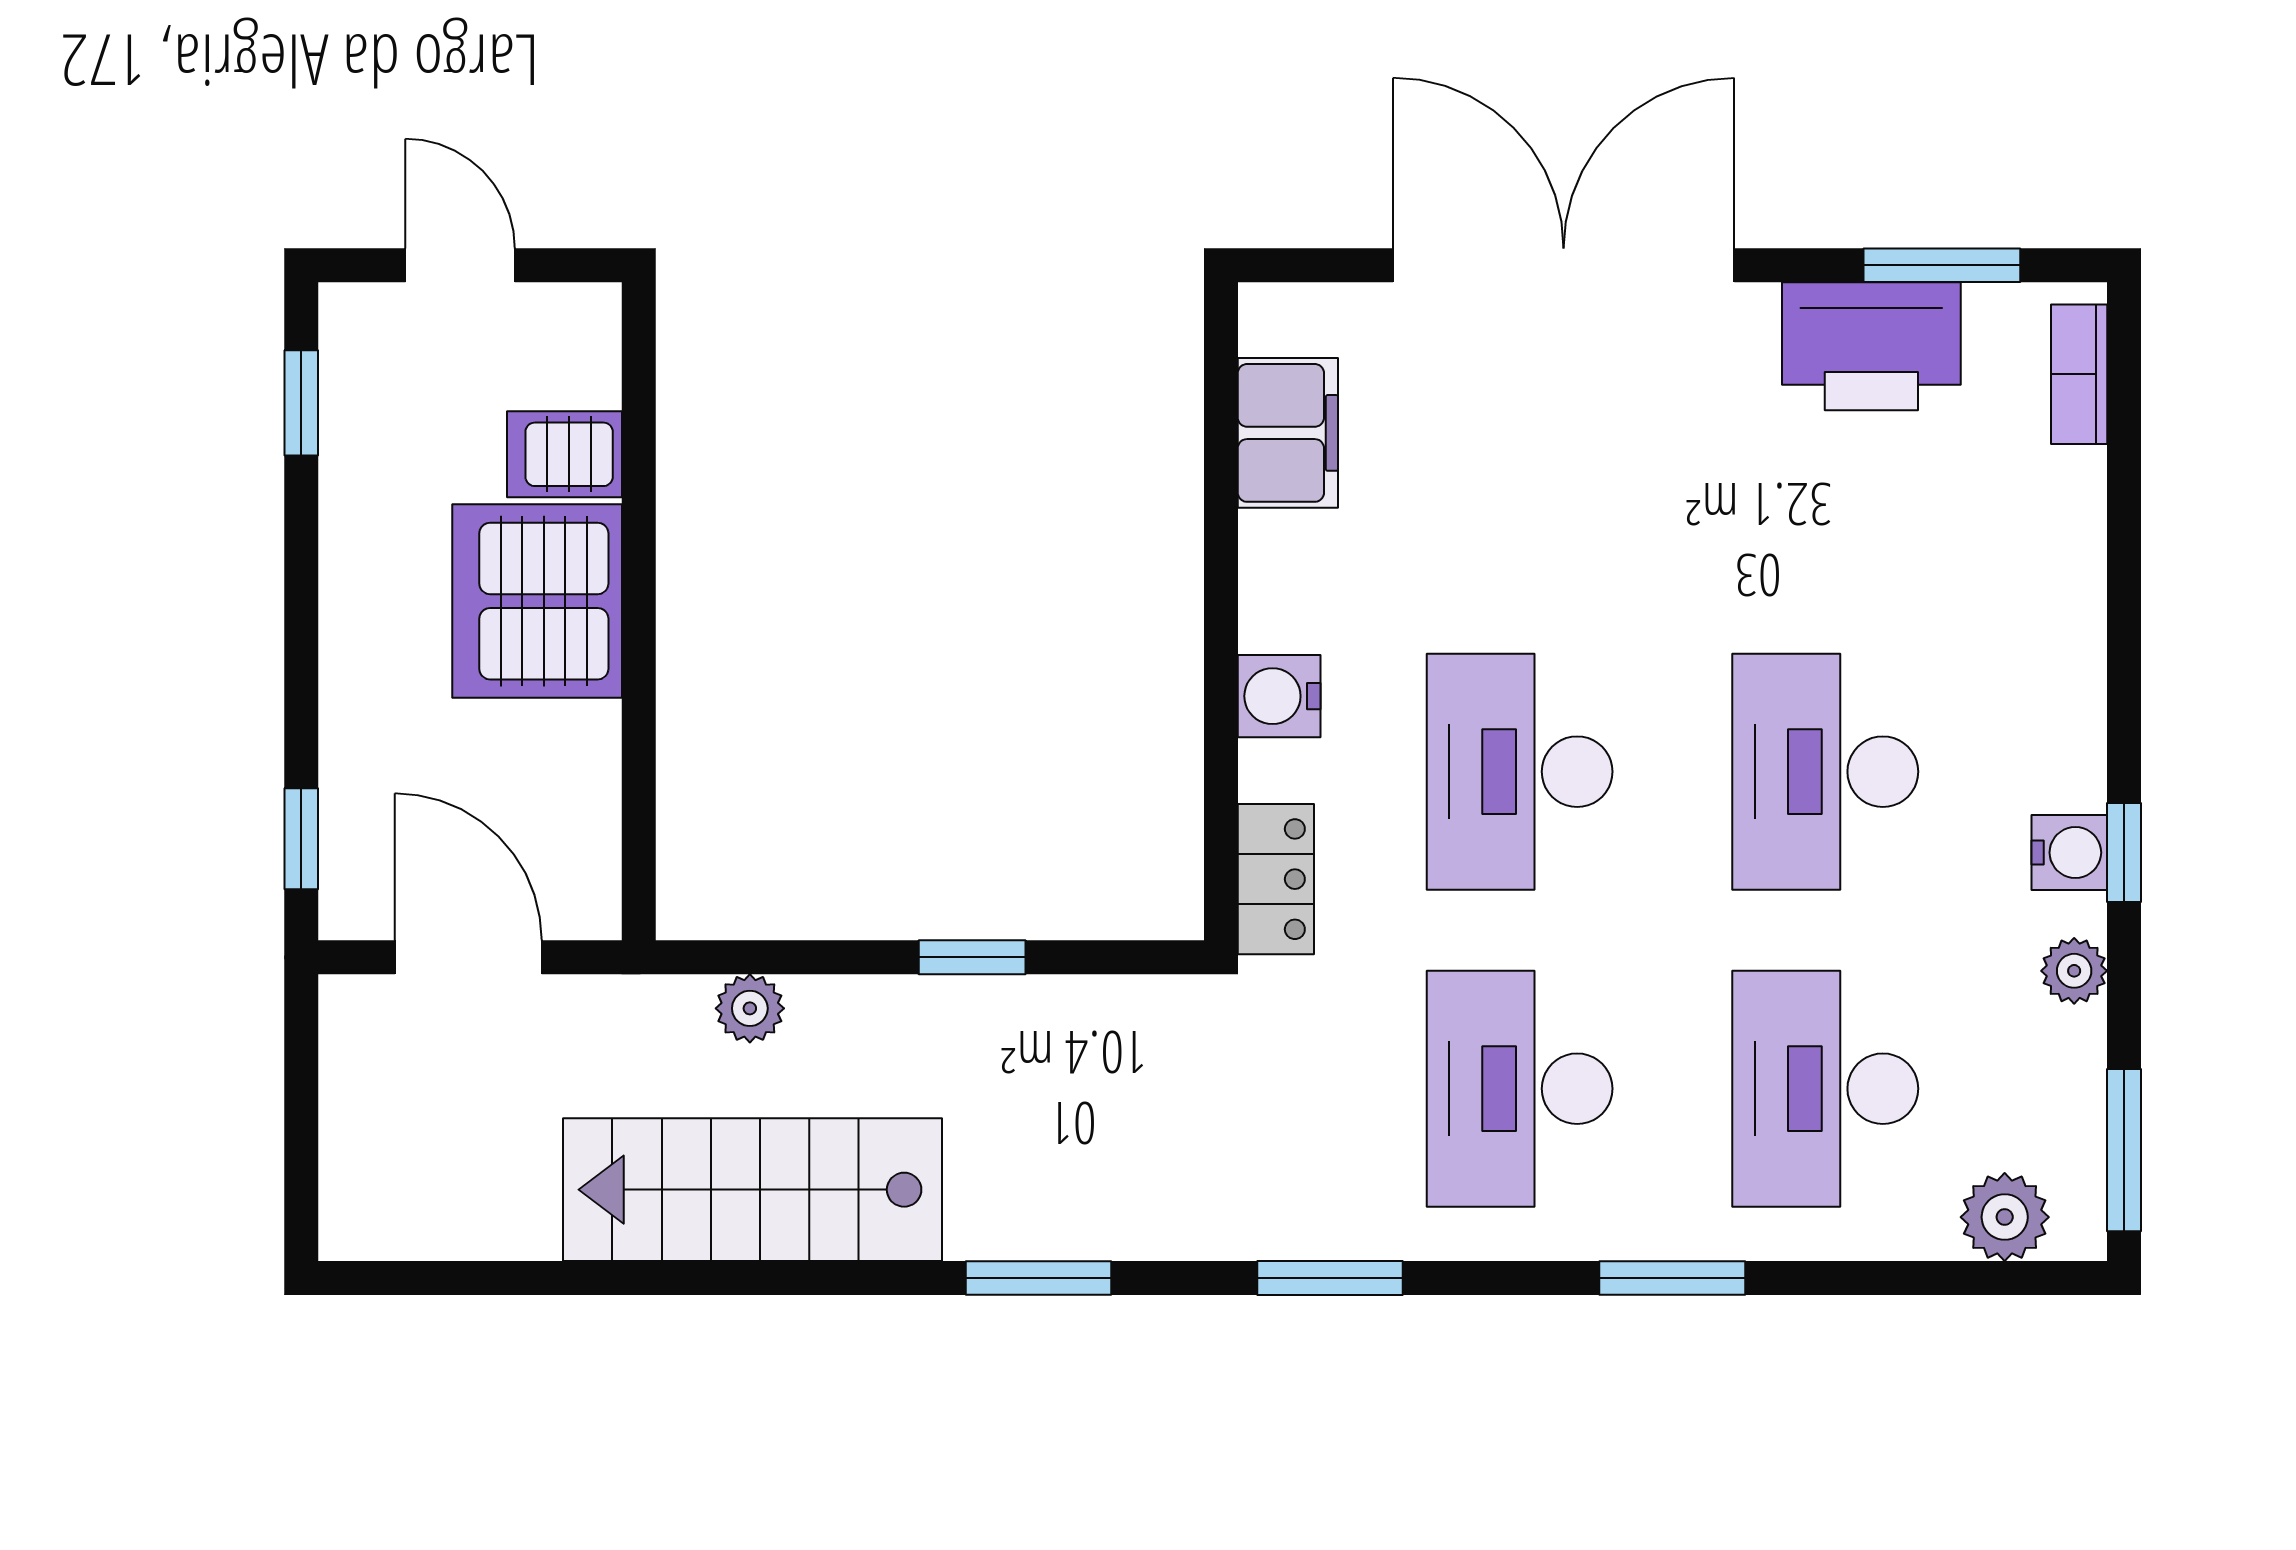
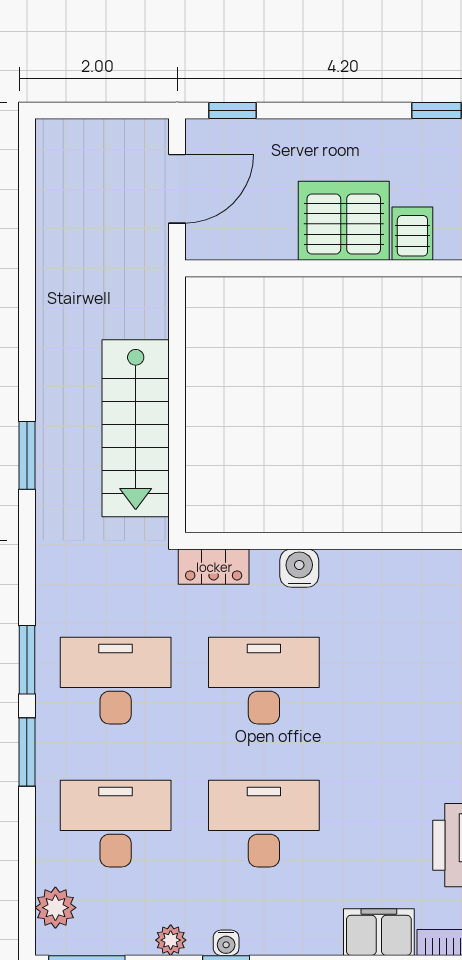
filing cabinet: (1288, 433) -> (379, 932), moved, turned 180
water cooler: (2069, 853) -> (226, 943), width x0.72, depth x0.72
window: (972, 957) -> (177, 424), removed
plant: (750, 1008) -> (153, 320), removed
stairs: (753, 1190) -> (136, 428), moved, turned 180
window: (1330, 1278) -> (27, 660), moved

